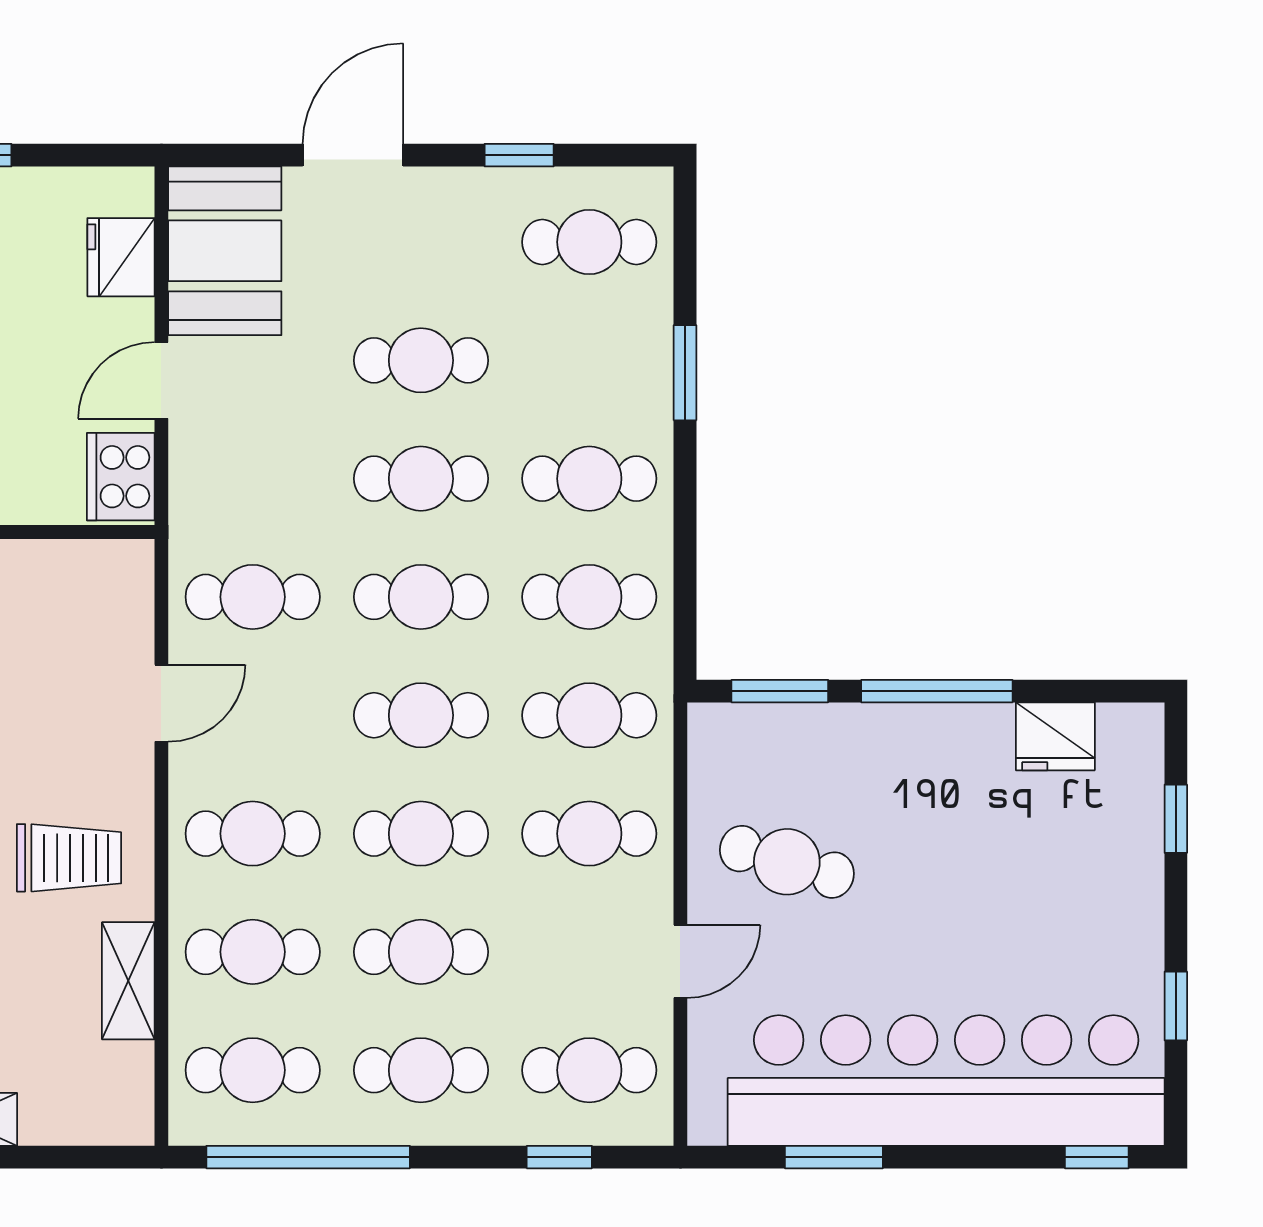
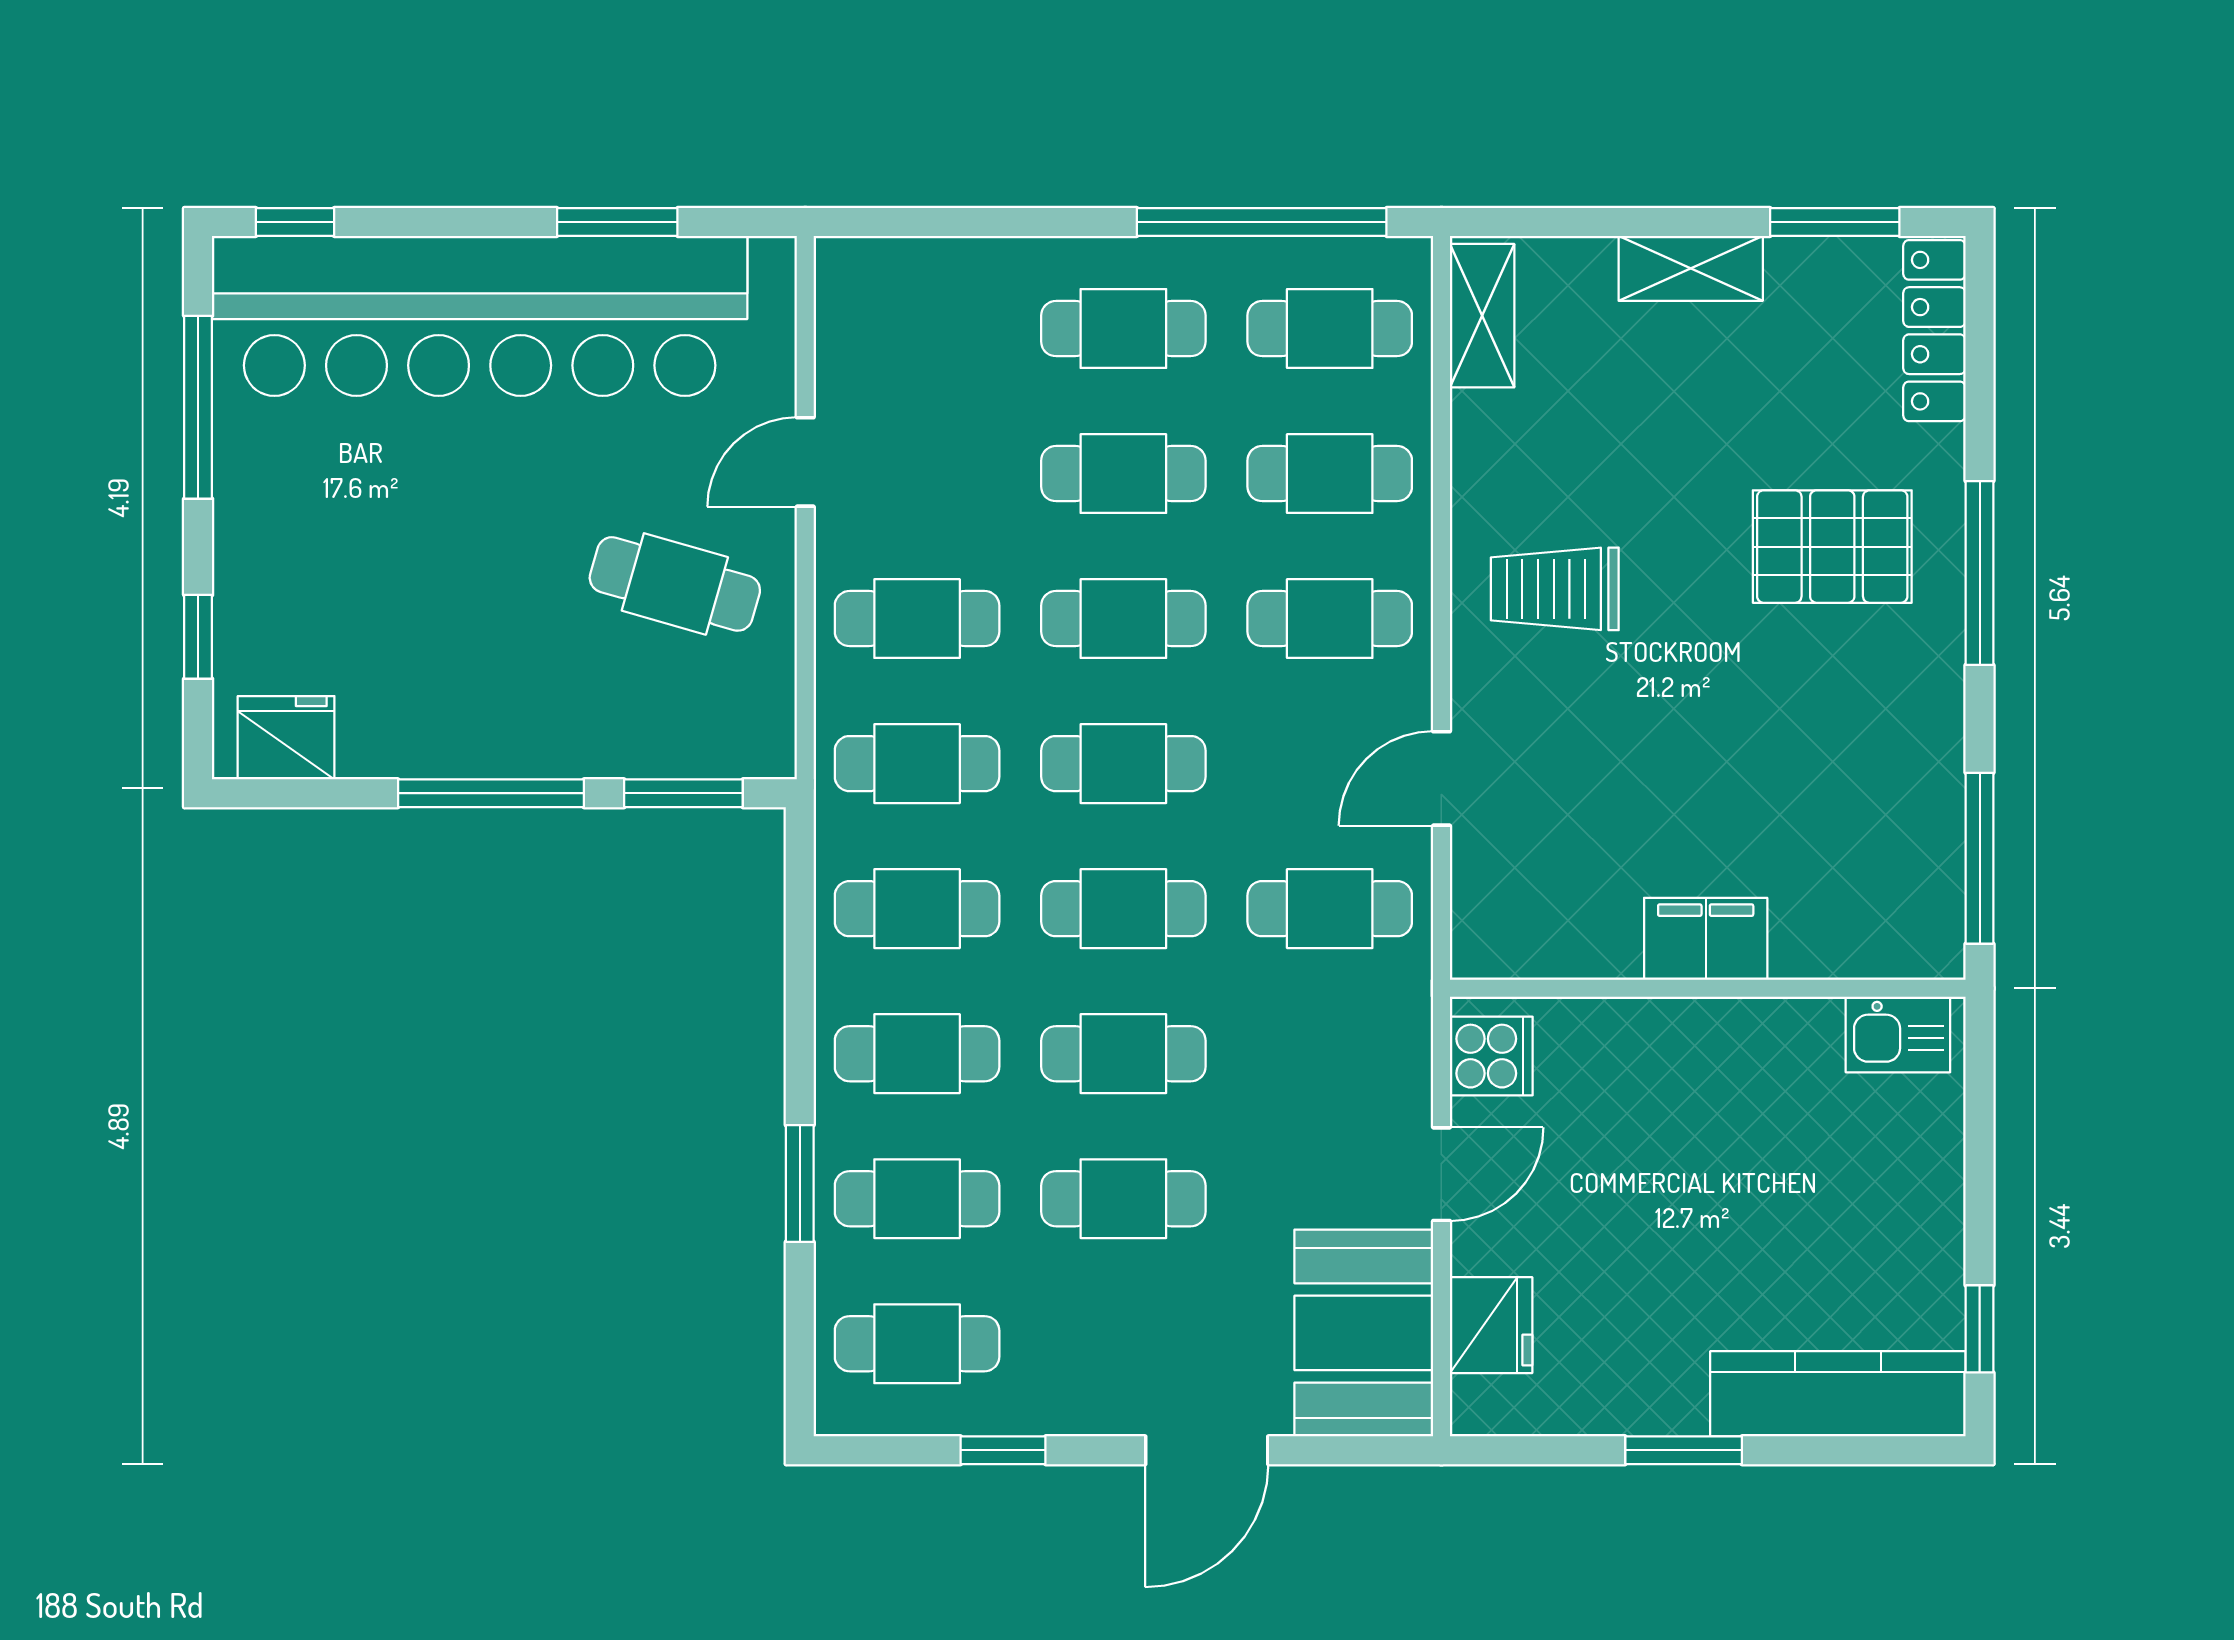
cooker: (121, 477) -> (1491, 1056), width x0.73
fridge: (1055, 736) -> (286, 738), moved
shelving: (128, 981) -> (1482, 316), moved
window: (1176, 1006) -> (198, 407), width x2.17
cafe table: (589, 1070) -> (917, 1199), moved
window: (559, 1157) -> (954, 222), removed

